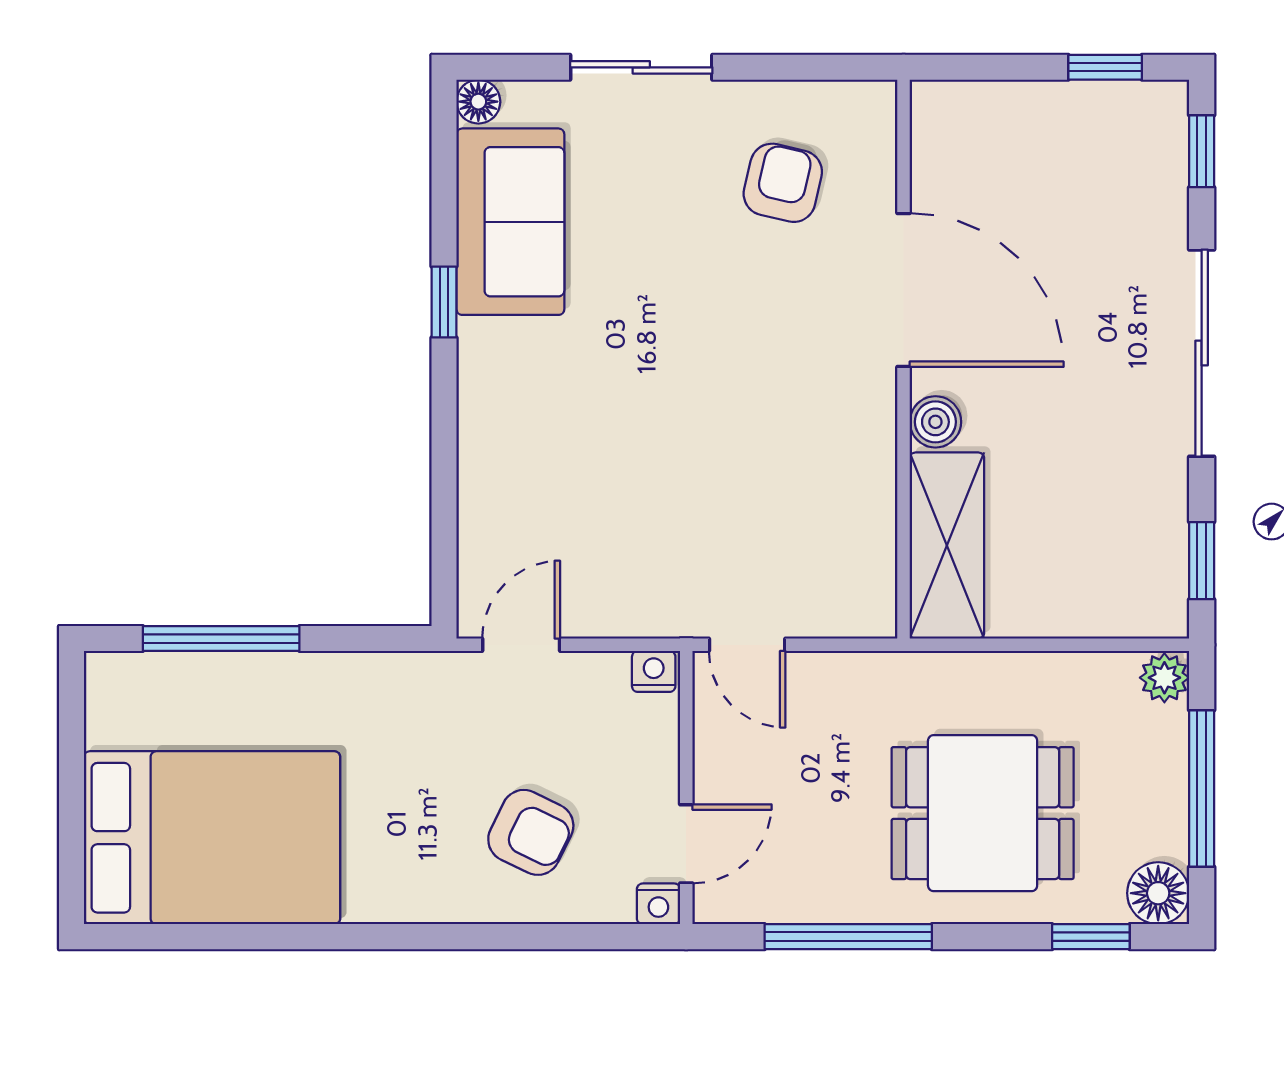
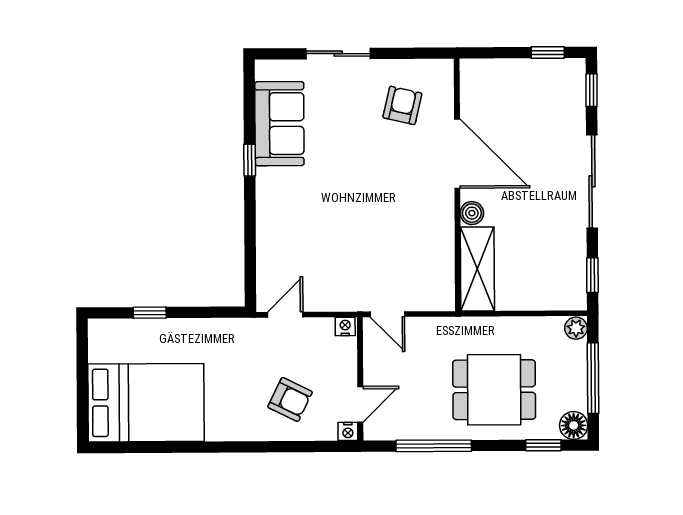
floor lamp: (478, 102) -> (265, 69), removed
window: (221, 639) -> (150, 313), width x0.46

